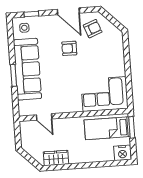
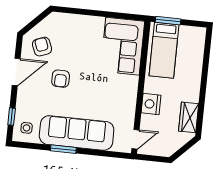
window: (13, 75) -> (63, 149), moved
door: (44, 117) -> (135, 139), moved
nightstand: (122, 153) -> (151, 104), moved, turned 180

